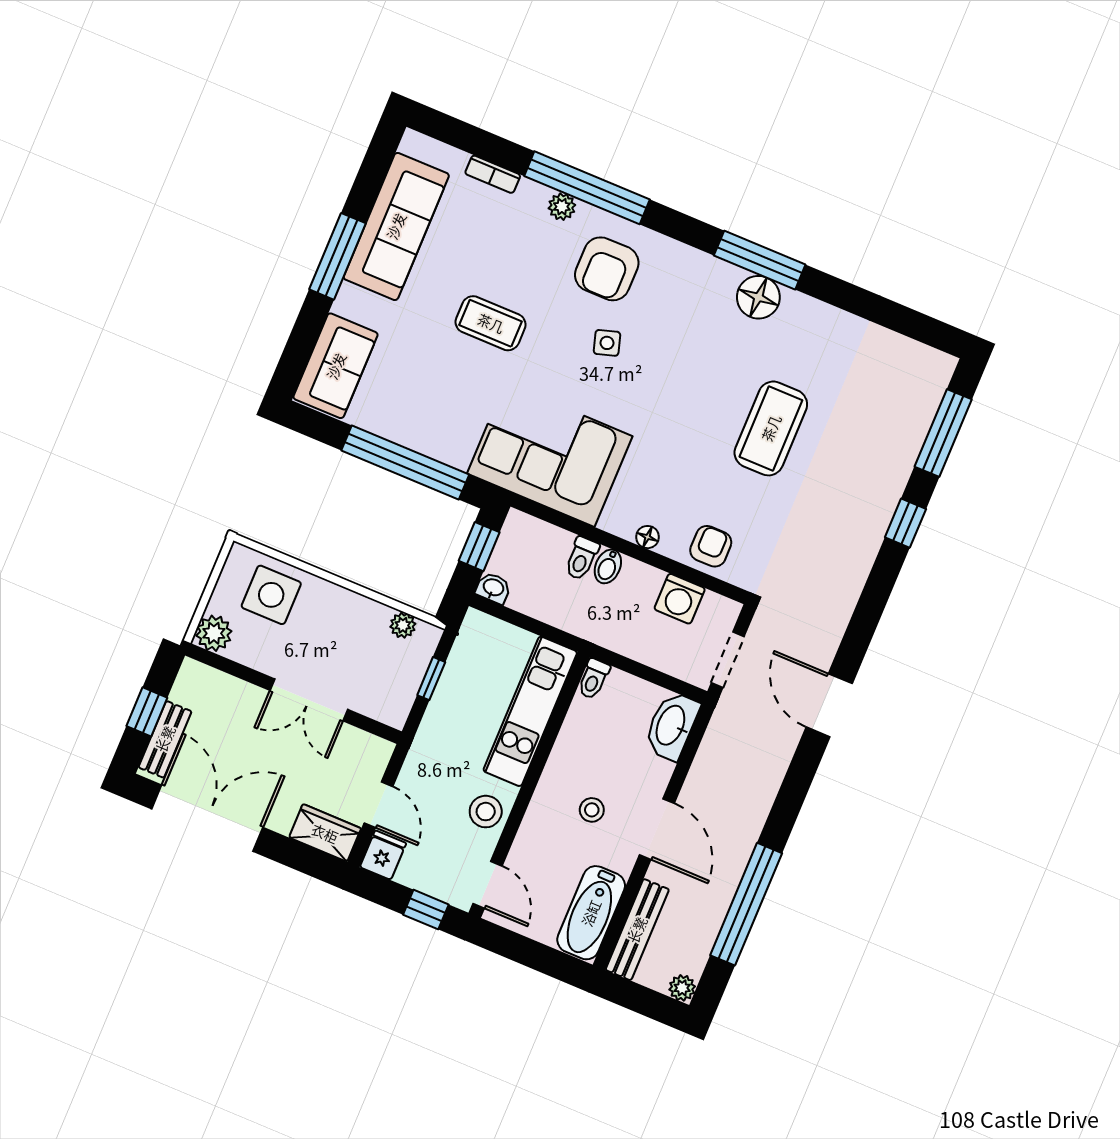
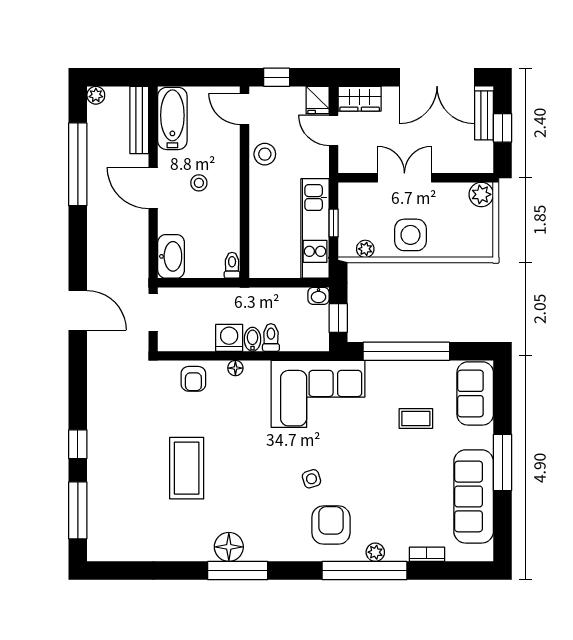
coffee table: (491, 323) -> (416, 419), moved, width x0.73, depth x0.77
side table: (271, 595) -> (410, 235), moved
washing machine: (680, 599) -> (229, 338), moved
kitchen unit: (530, 711) -> (315, 228), moved, turned 180

